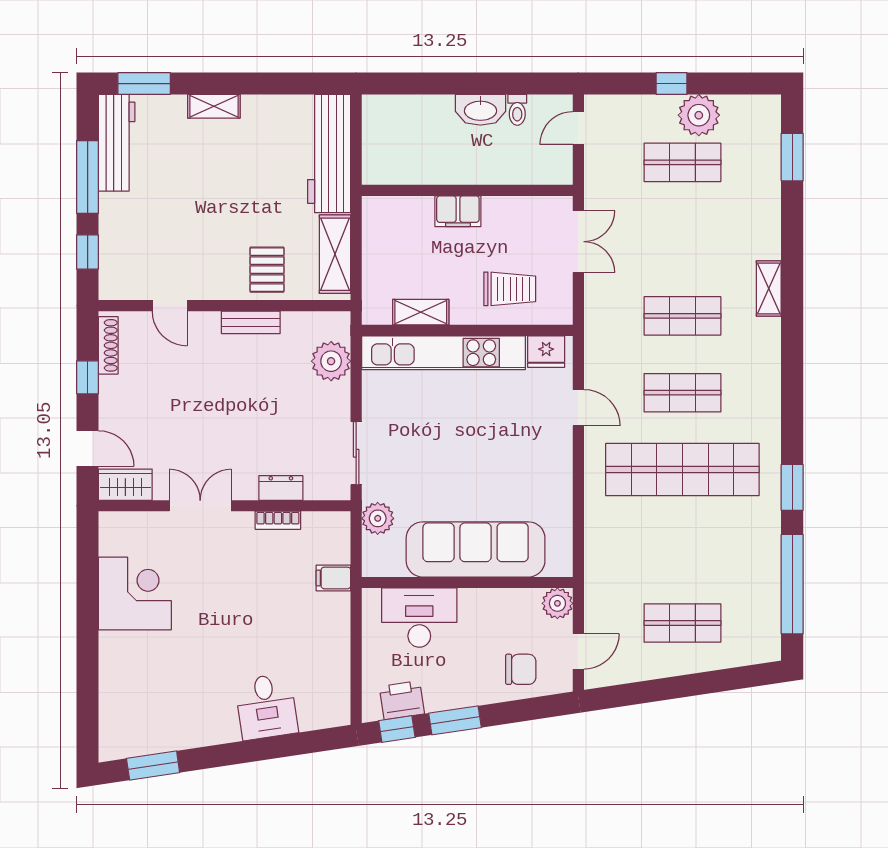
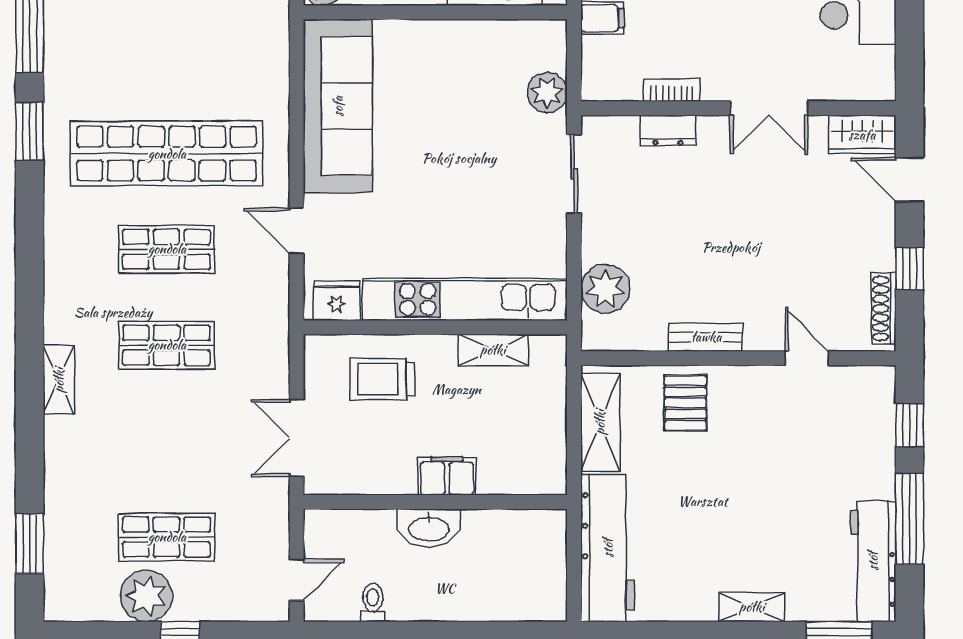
washbasin: (480, 110) -> (429, 528), moved, turned 180
sofa: (476, 549) -> (338, 106), moved, turned -90

